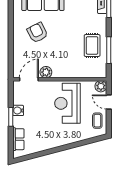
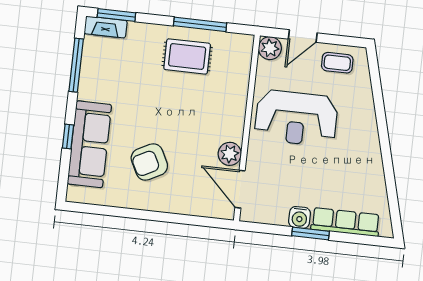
row of seats: (18, 139) -> (345, 222), width x1.48

